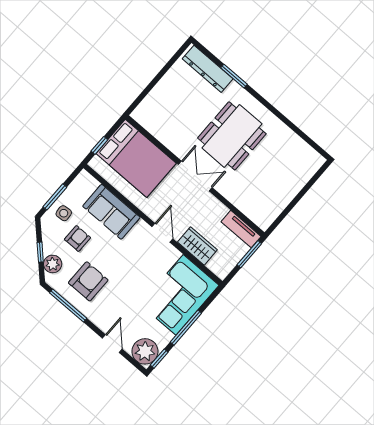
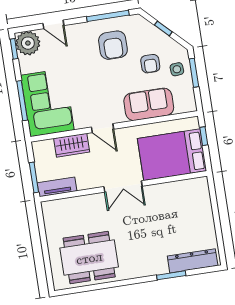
dining table: (232, 136) -> (89, 258), moved, turned 90
plant: (53, 264) -> (147, 30), removed
window: (186, 328) -> (22, 101), moved

